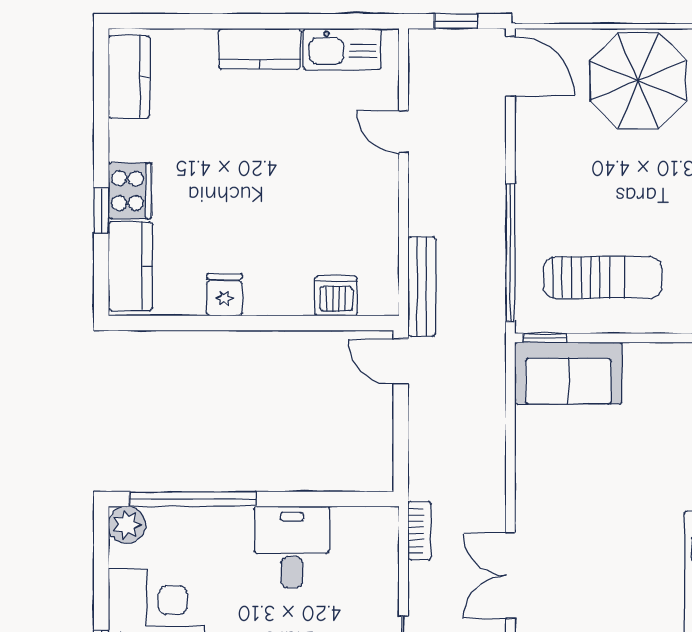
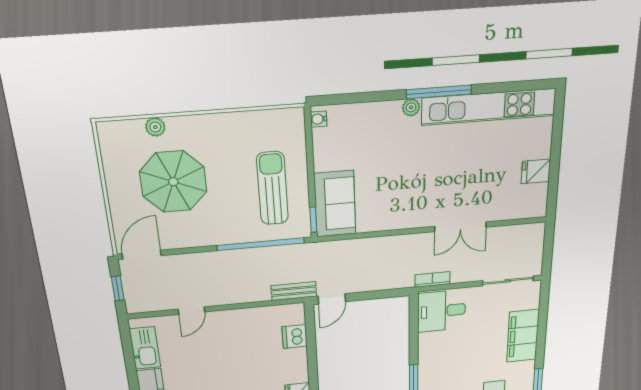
parasol: (638, 81) -> (173, 182), moved
bench: (422, 287) -> (294, 291), width x0.73
desk: (292, 547) -> (442, 311), moved

